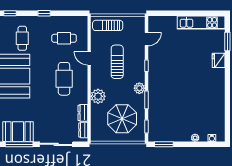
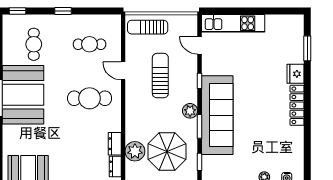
kitchen unit: (201, 23) -> (233, 23), moved
door: (147, 39) -> (199, 45), swing flipped
cafe table: (64, 79) -> (90, 98), turned 90
locker: (220, 84) -> (297, 105), added
sofa: (160, 91) -> (217, 115), added
plant: (98, 96) -> (135, 151), moved

